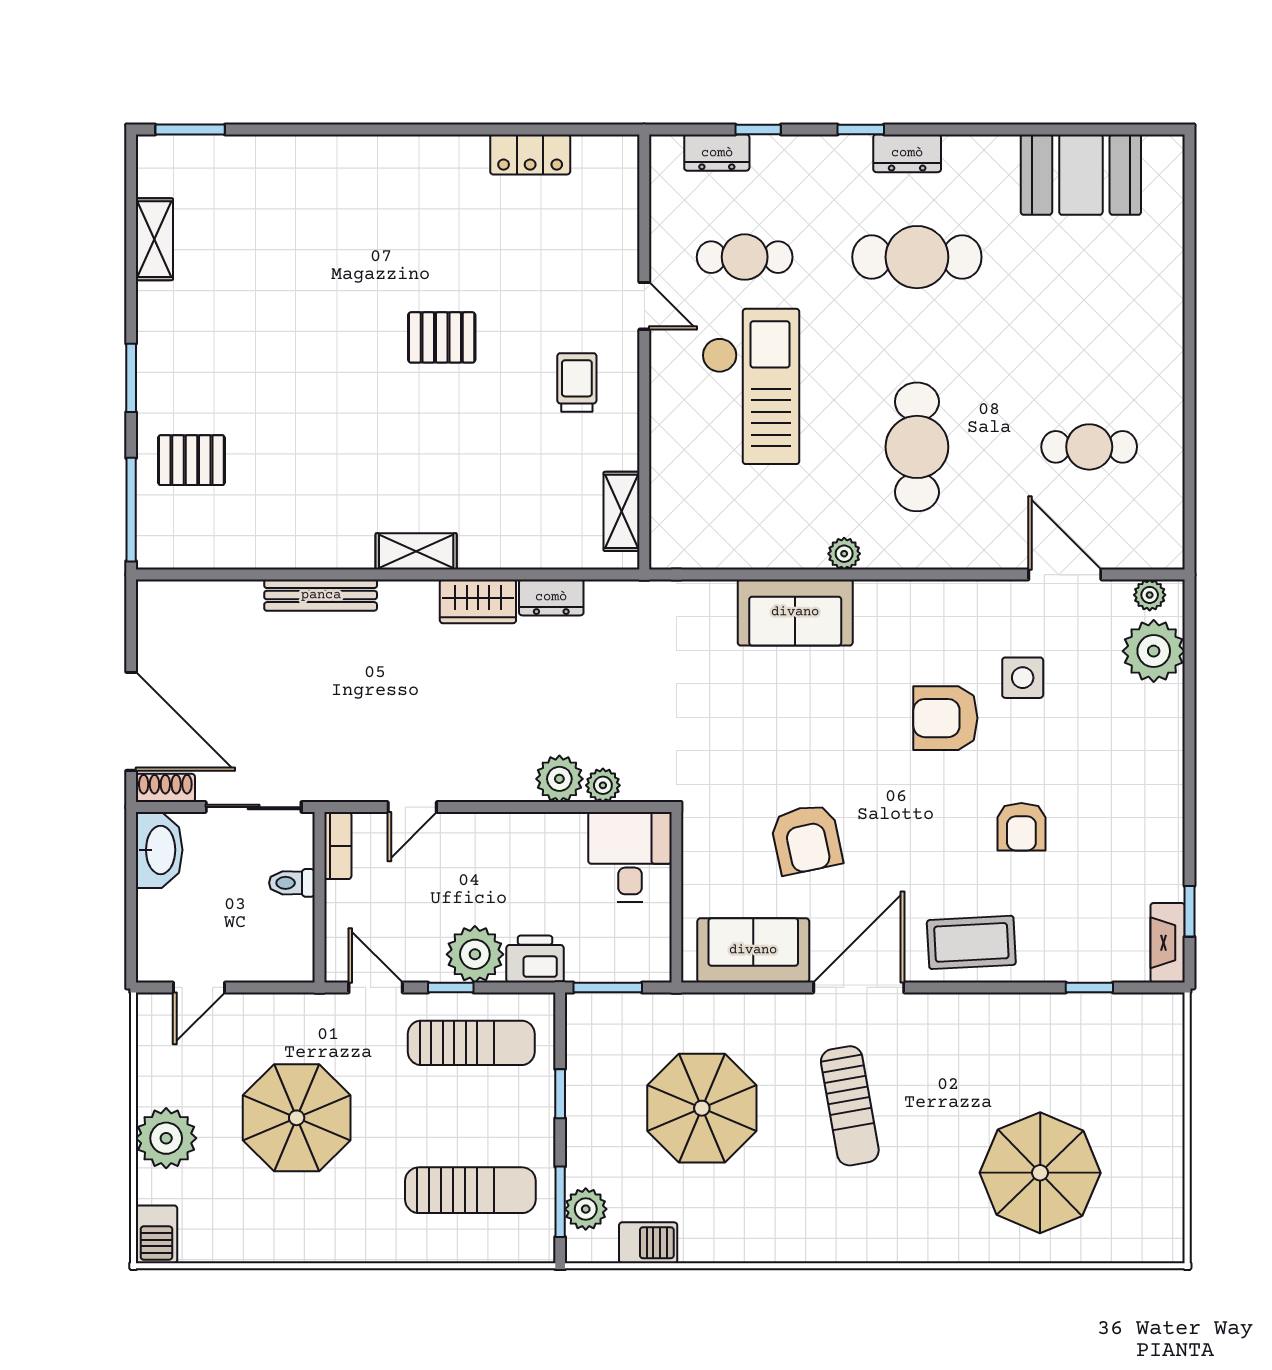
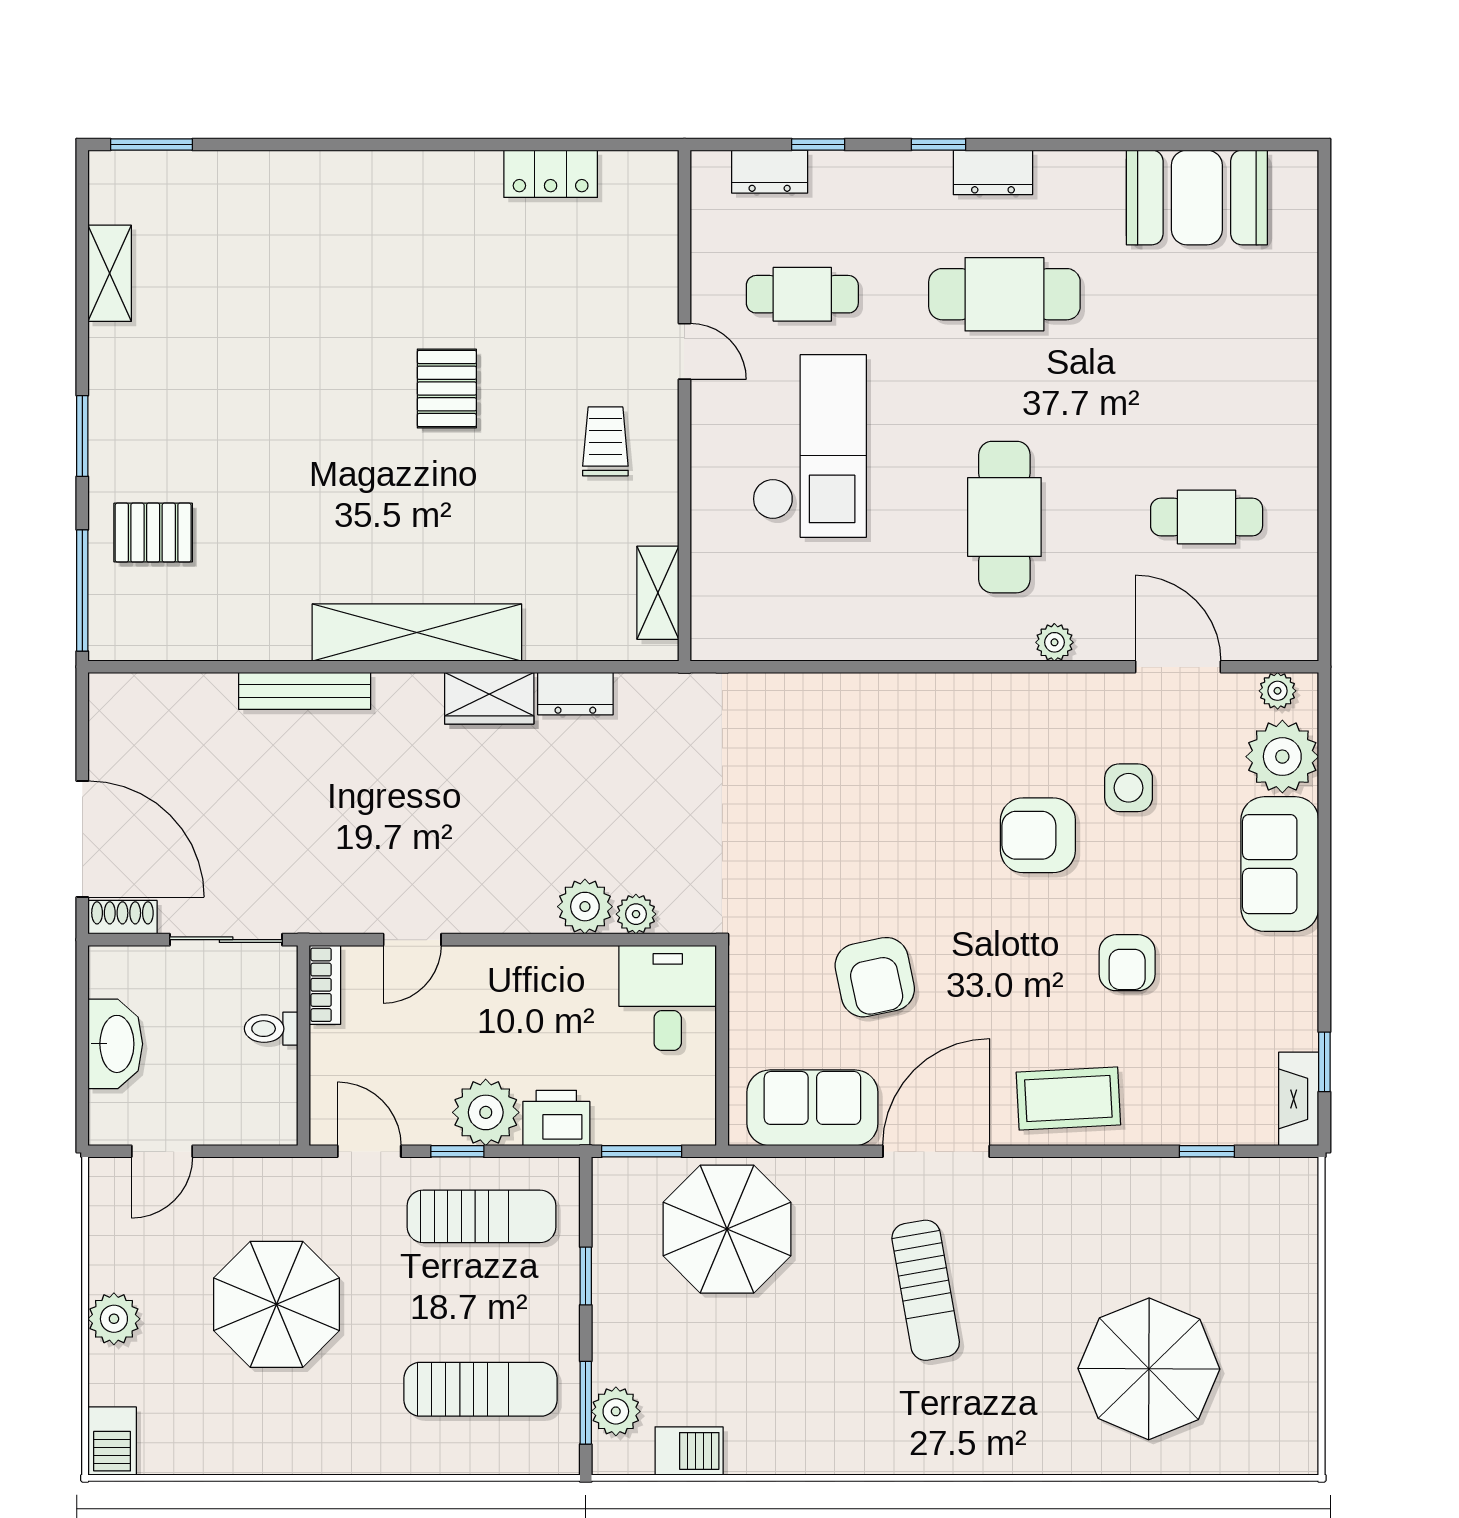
pallet: (442, 337) -> (447, 389), turned 90
shelving: (416, 551) -> (417, 633), width x2.20, depth x1.33
plant: (844, 554) -> (1054, 642), moved
sofa: (795, 612) -> (1280, 864), moved, turned 90
washbasin: (159, 850) -> (115, 1044), moved
parasol: (702, 1108) -> (727, 1229), moved
plant: (166, 1138) -> (114, 1319), width x0.73, depth x0.73

